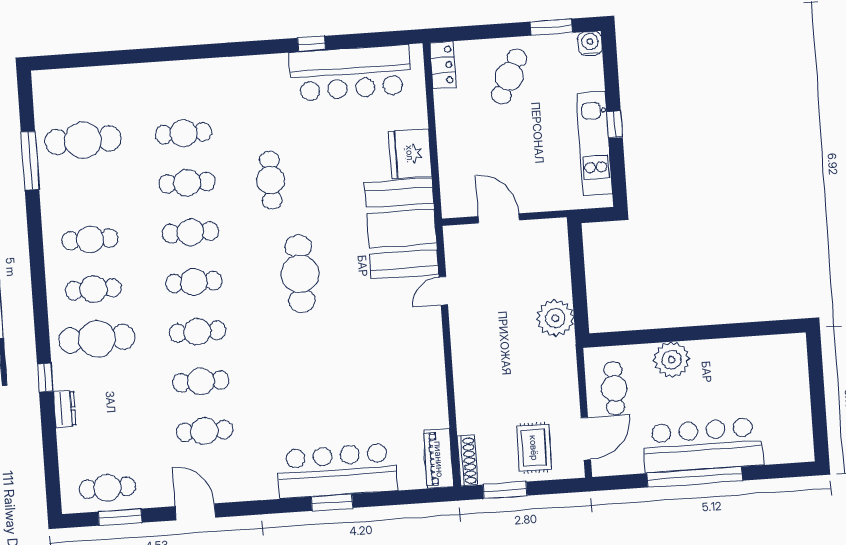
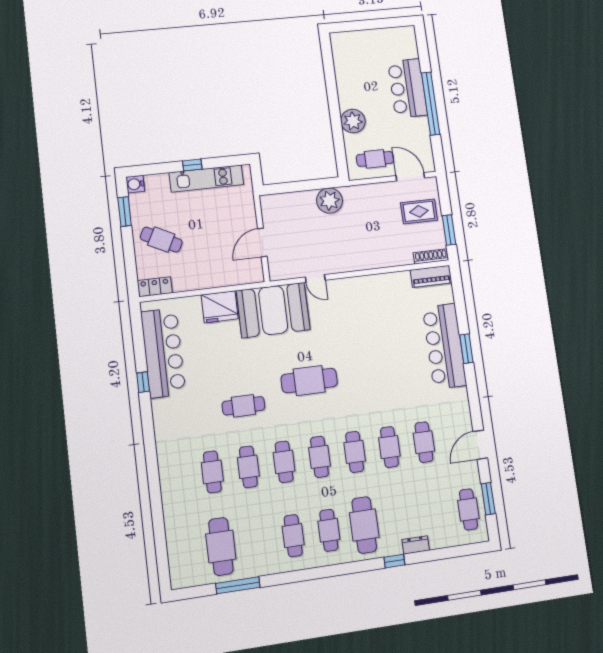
bar counter: (703, 445) -> (408, 88), width x0.73

